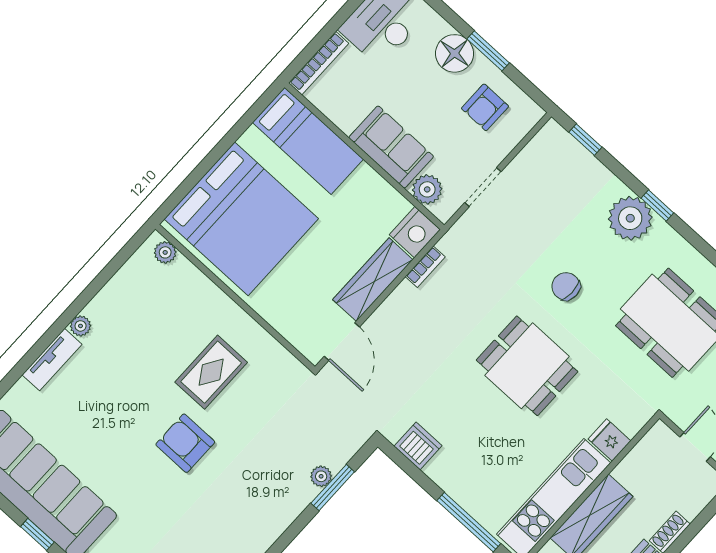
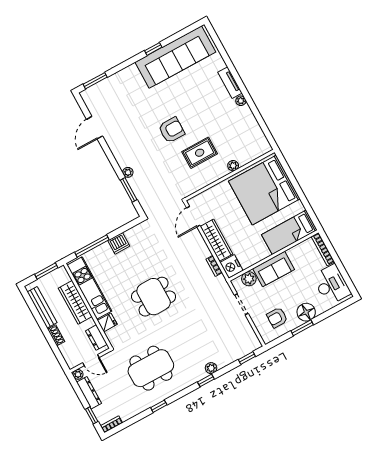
armchair: (485, 107) -> (277, 318), turned -90
plant: (630, 218) -> (211, 368), width x0.53, depth x0.53
plant: (165, 252) -> (233, 166), moved
chair: (566, 286) -> (184, 327), removed
door: (342, 342) -> (193, 217), hinge flipped
rug: (211, 372) -> (200, 153), turned 90
dishwasher: (418, 446) -> (119, 243), moved
dresser: (647, 451) -> (96, 338), added
plant: (321, 476) -> (128, 172), moved

